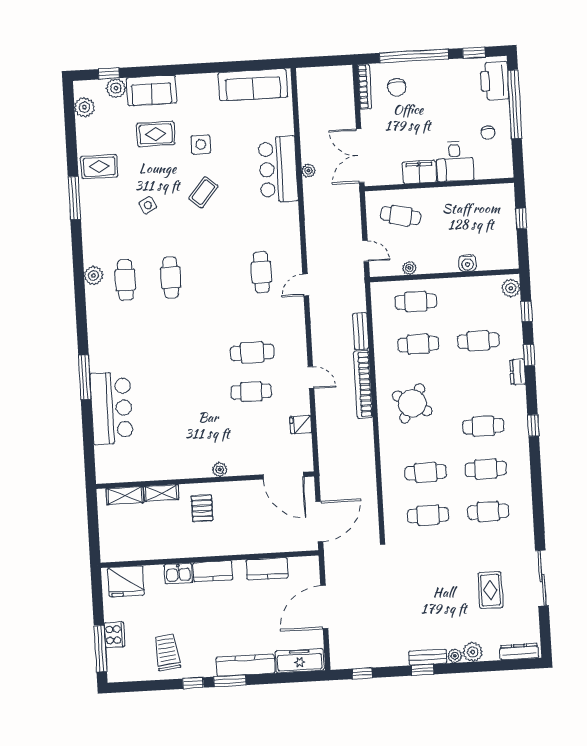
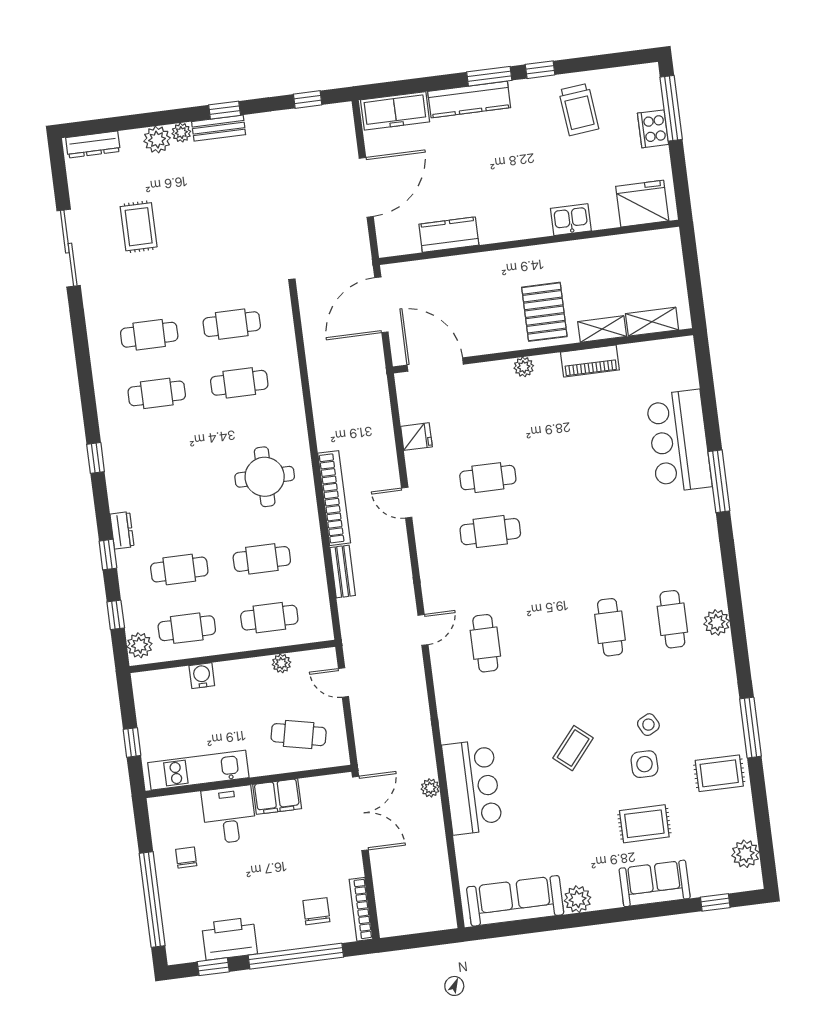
printer: (495, 81) -> (229, 939), moved, turned -90
plant: (116, 88) -> (578, 899), moved
side table: (201, 144) -> (644, 764), moved
kitchen unit: (475, 195) -> (198, 770), added
round table: (412, 403) -> (265, 477), turned -30
cafe table: (483, 426) -> (187, 628), moved
piano: (172, 470) -> (590, 361), added
pallet: (202, 508) -> (544, 312), width x1.50, depth x1.42
kitchen counter: (213, 571) -> (524, 226), removed

